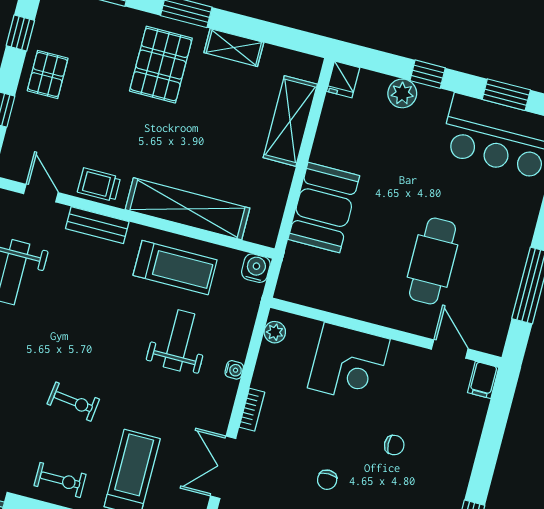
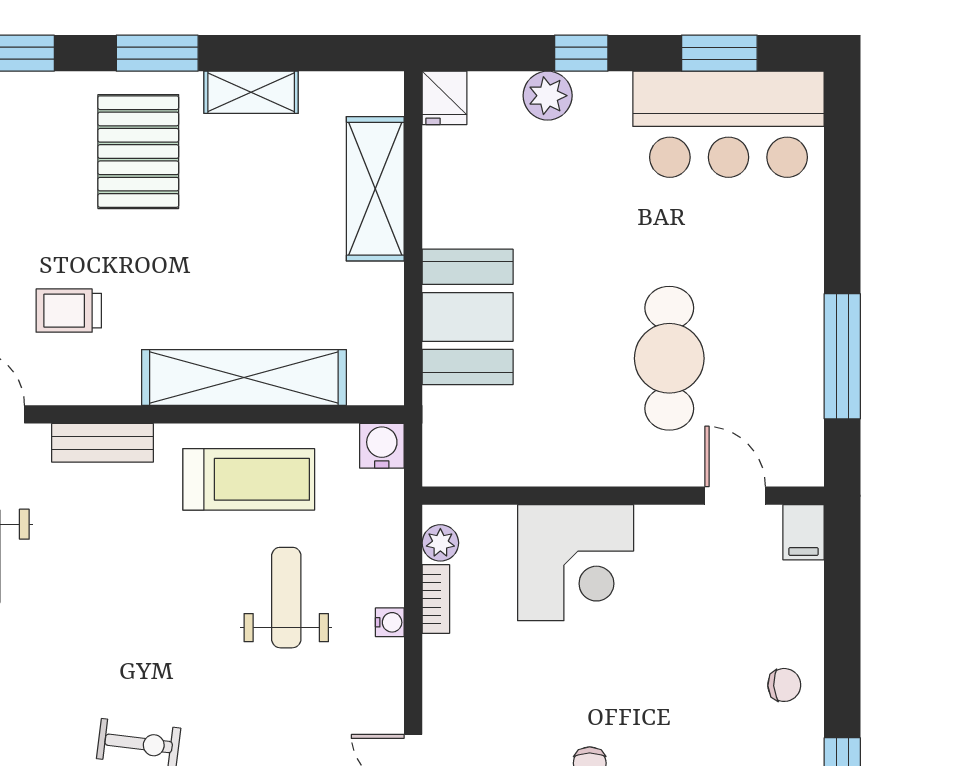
trolley: (99, 185) -> (69, 311), moved
bookcase: (252, 410) -> (436, 599), moved
chair: (394, 445) -> (784, 685), moved

